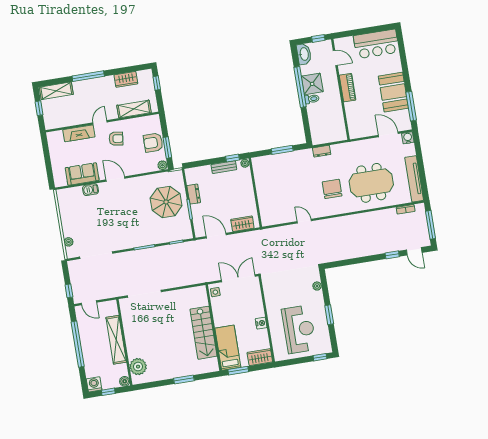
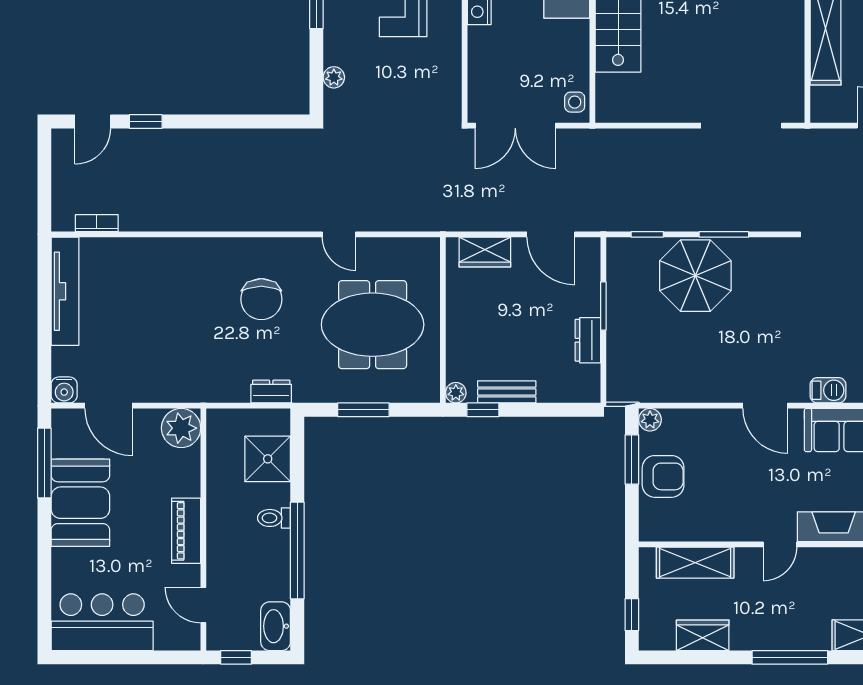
shower: (312, 84) -> (268, 459), moved
plant: (357, 130) -> (181, 428), added
armchair: (116, 139) -> (749, 500), removed
meeting table: (371, 183) -> (373, 325), moved
parasol: (166, 202) -> (695, 276), moved
window: (431, 225) -> (44, 177), removed
door: (414, 251) -> (93, 121), swing flipped

